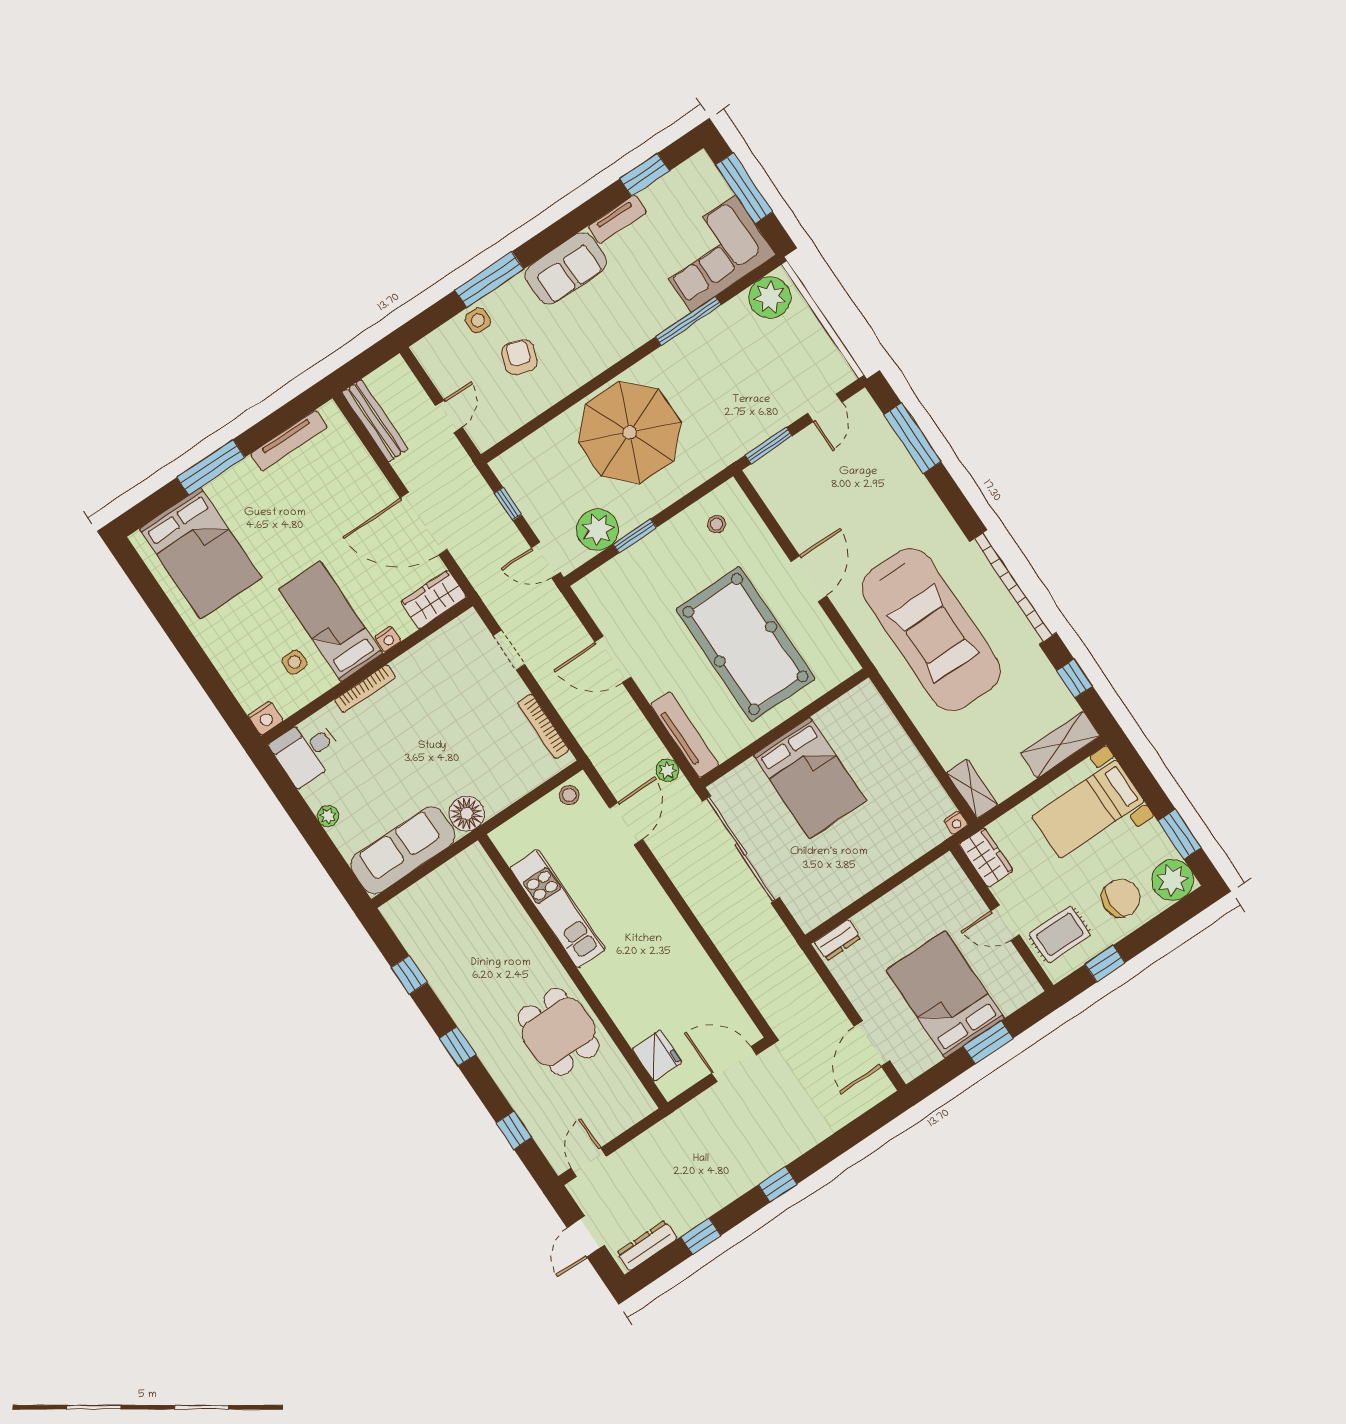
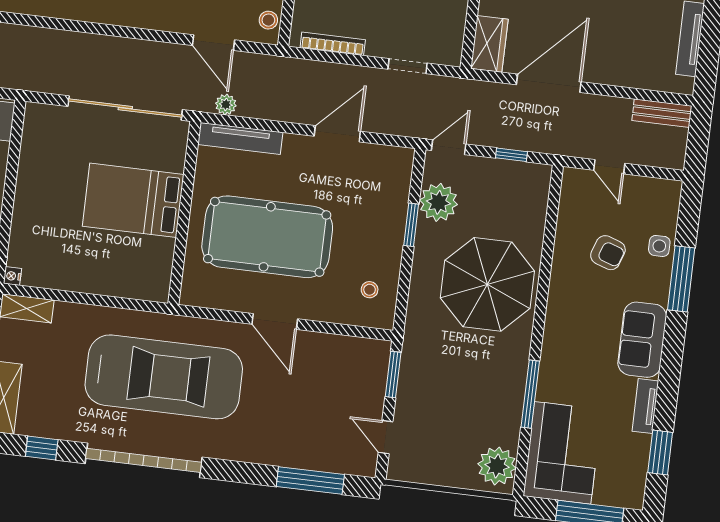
bench: (375, 421) -> (662, 113), width x0.73
car: (931, 630) -> (164, 377), turned 180

